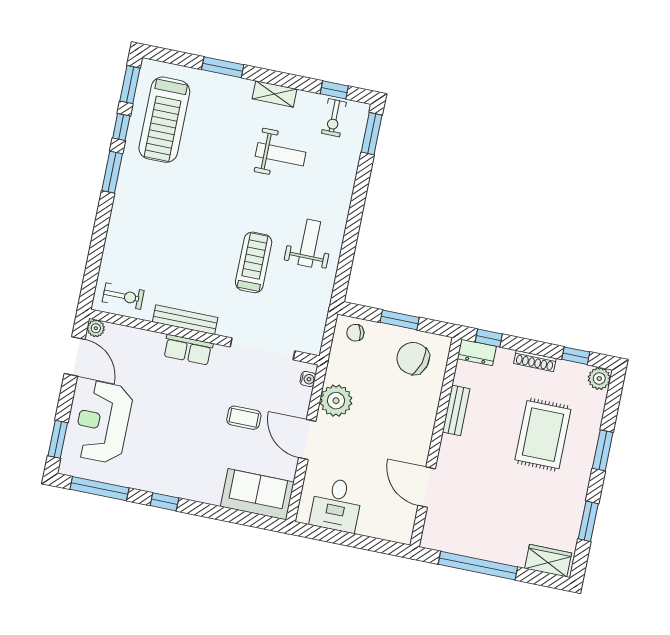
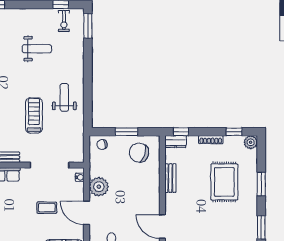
shelving: (275, 94) -> (26, 14), removed

